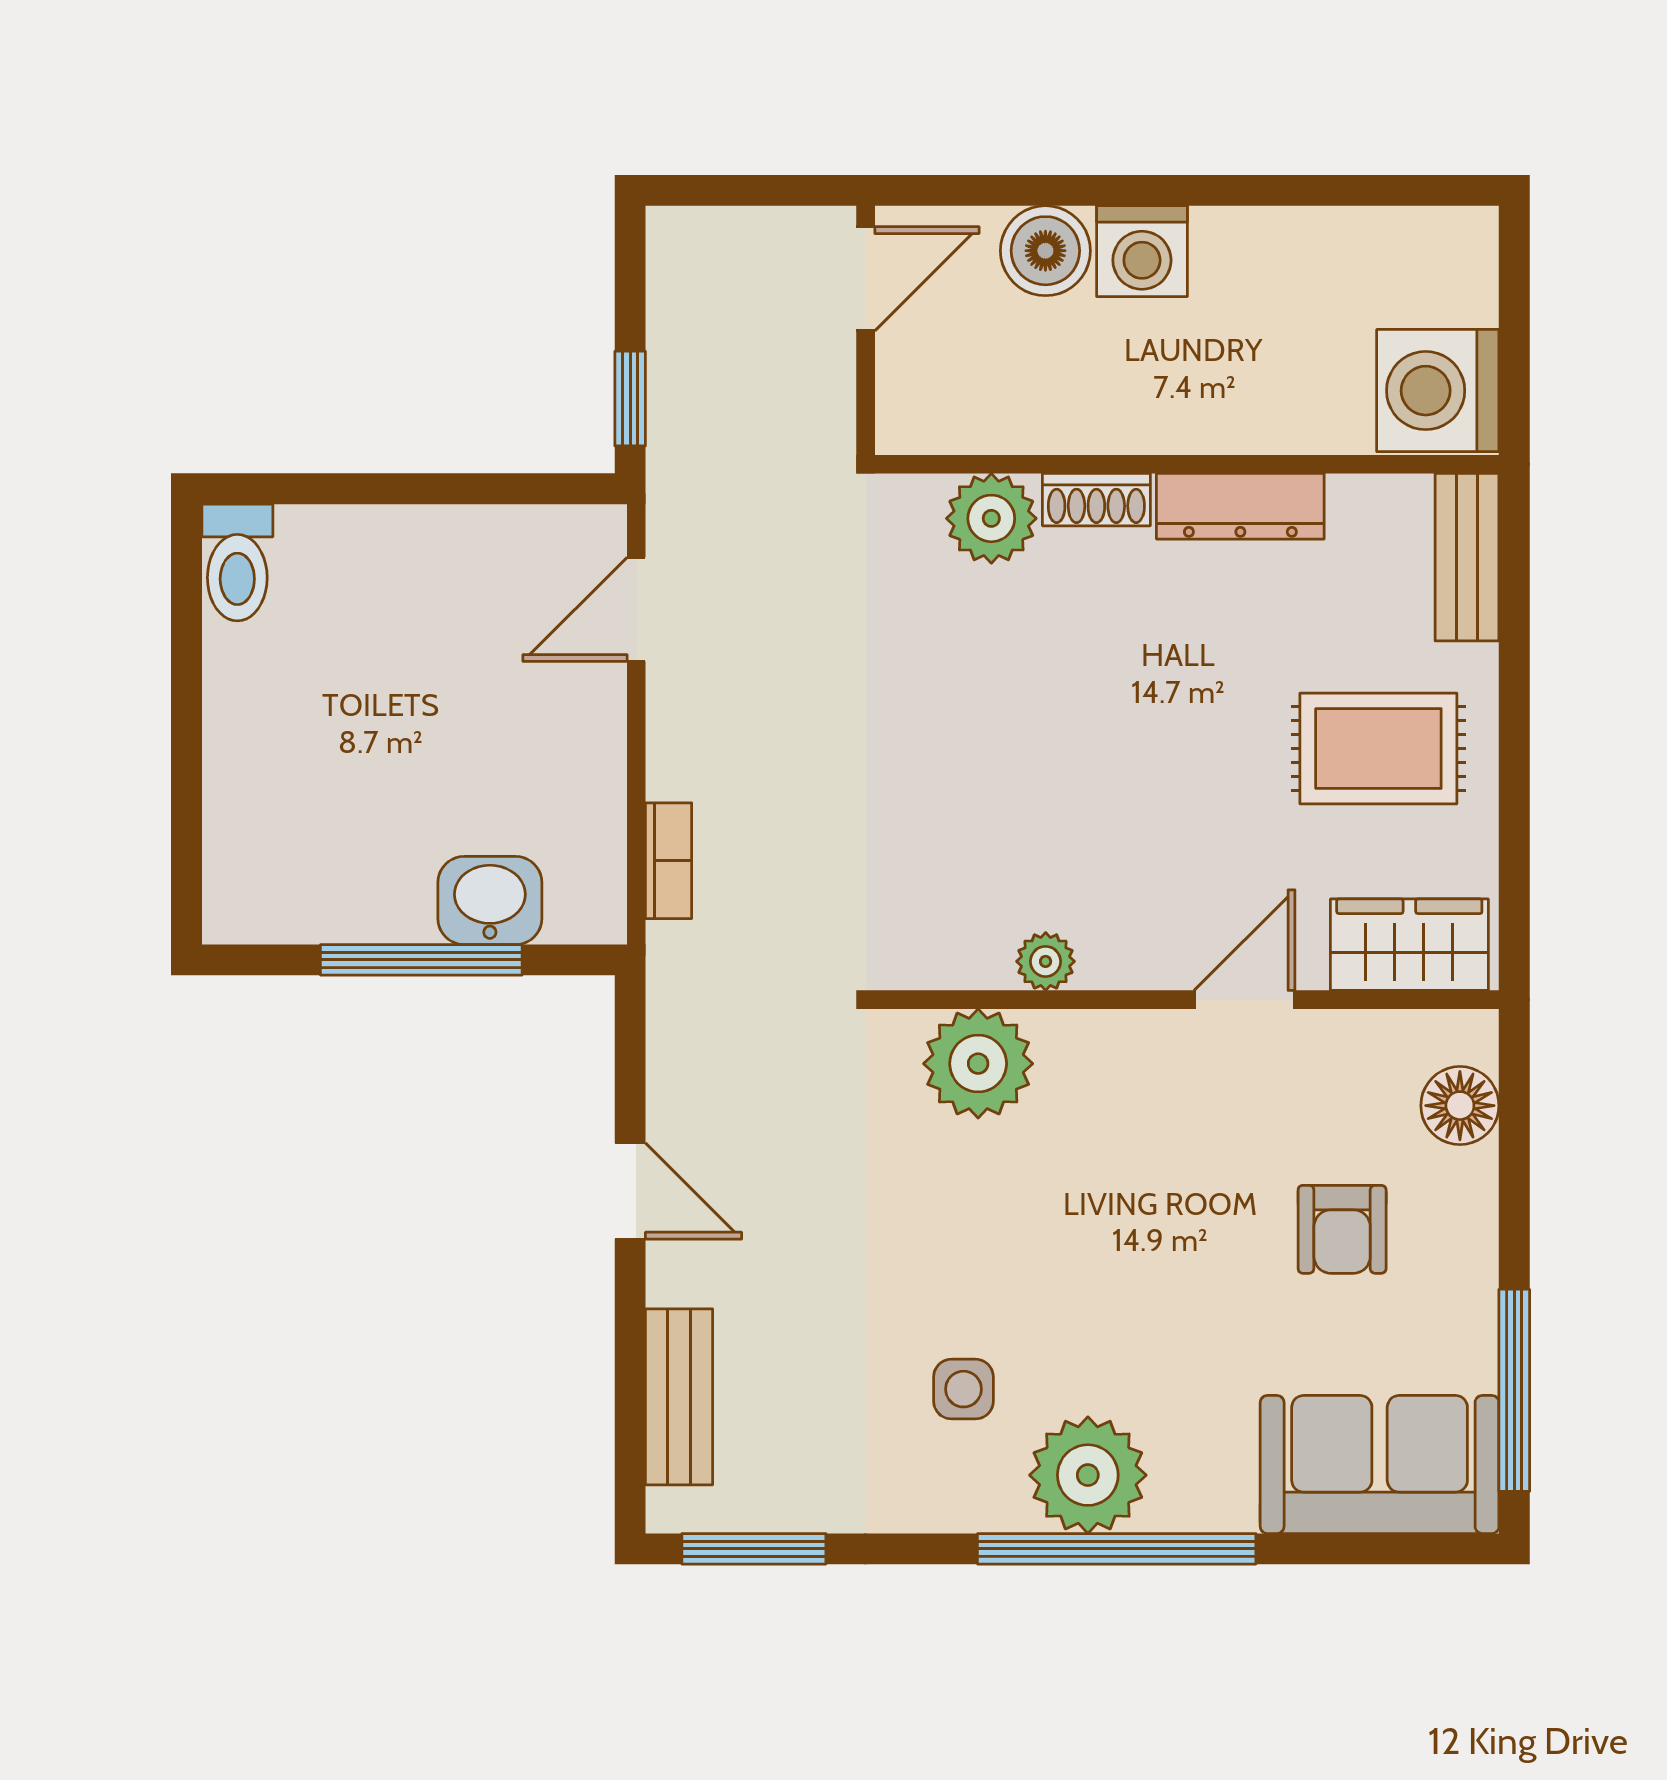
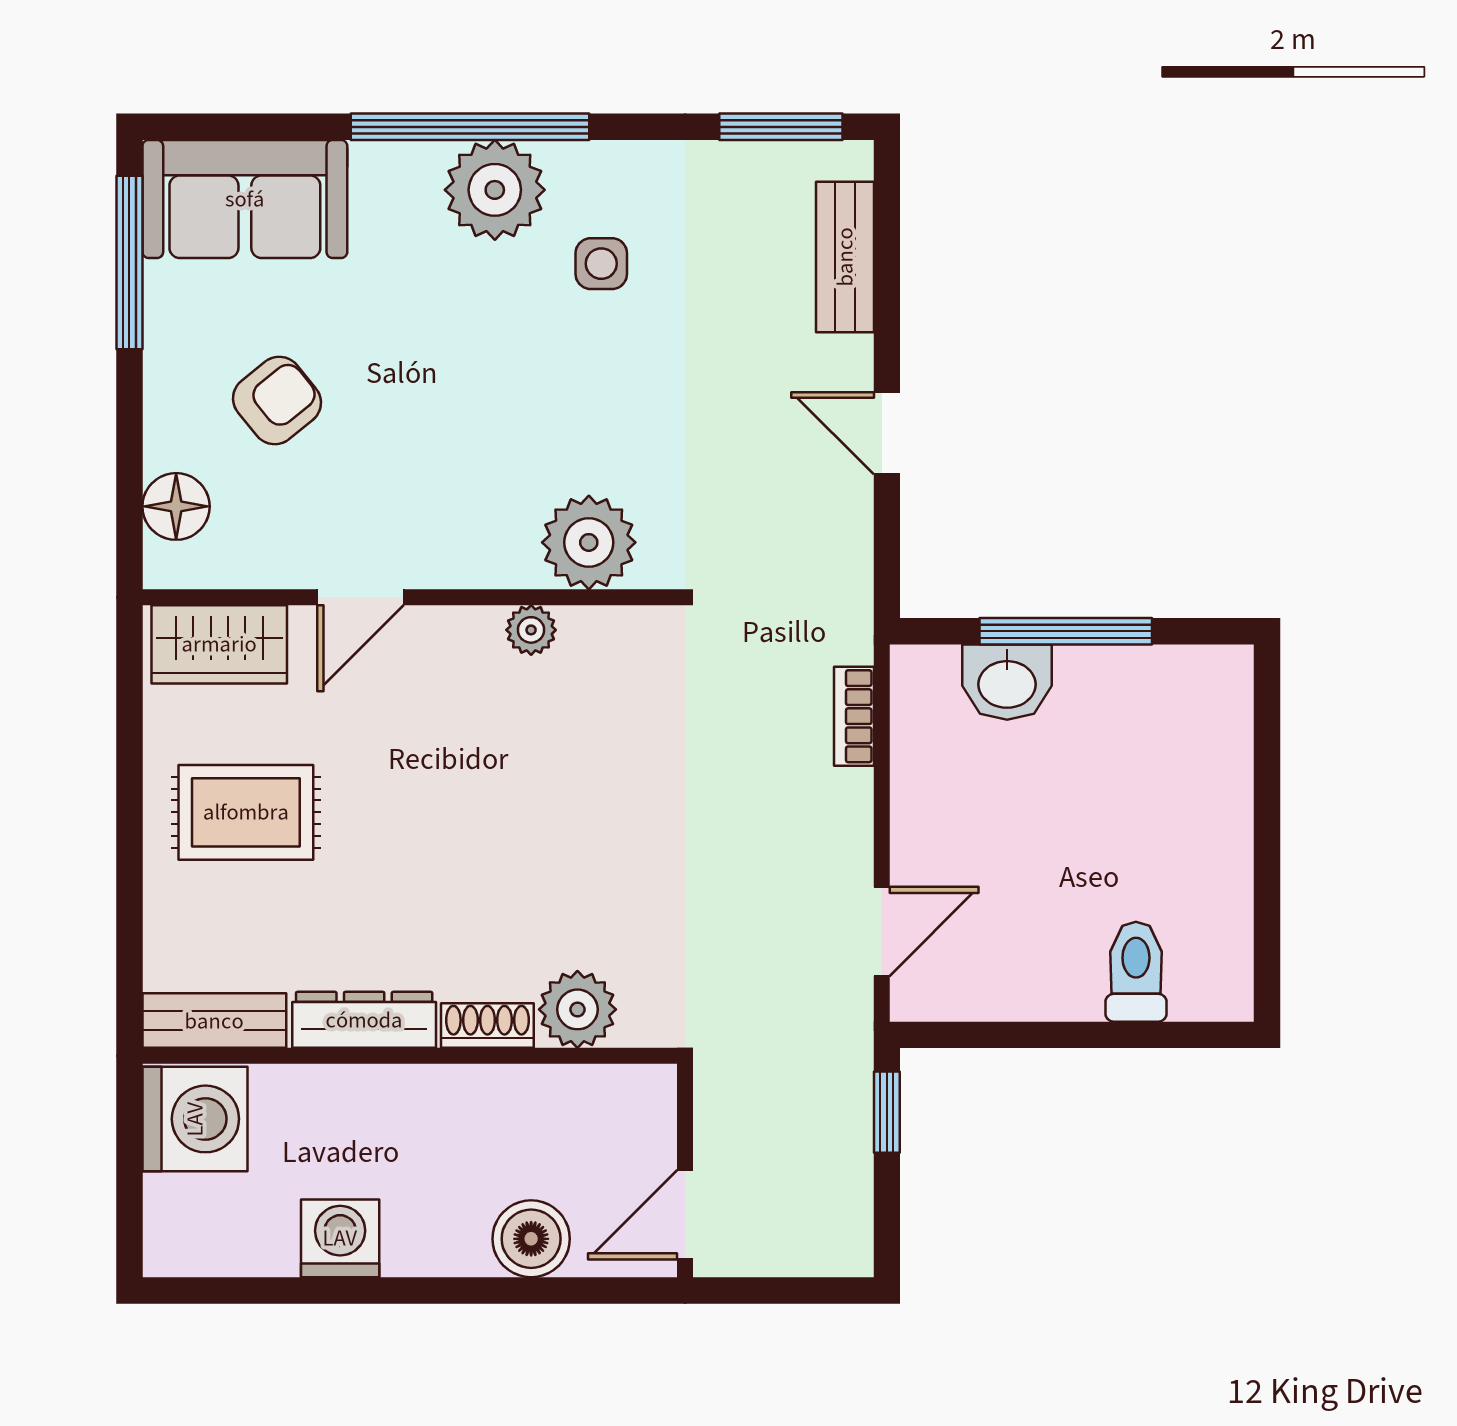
washing machine: (1142, 251) -> (340, 1238), moved
bench: (1467, 557) -> (214, 1021), moved, turned 90
toilet: (237, 562) -> (1136, 972), moved
armchair: (1342, 1229) -> (277, 401), turned 51

